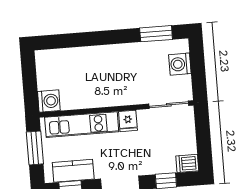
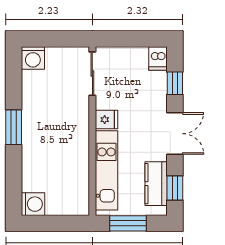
window: (156, 34) -> (14, 127), moved
washing machine: (180, 64) -> (33, 58), moved
washing machine: (49, 101) -> (33, 204), moved, turned 90

